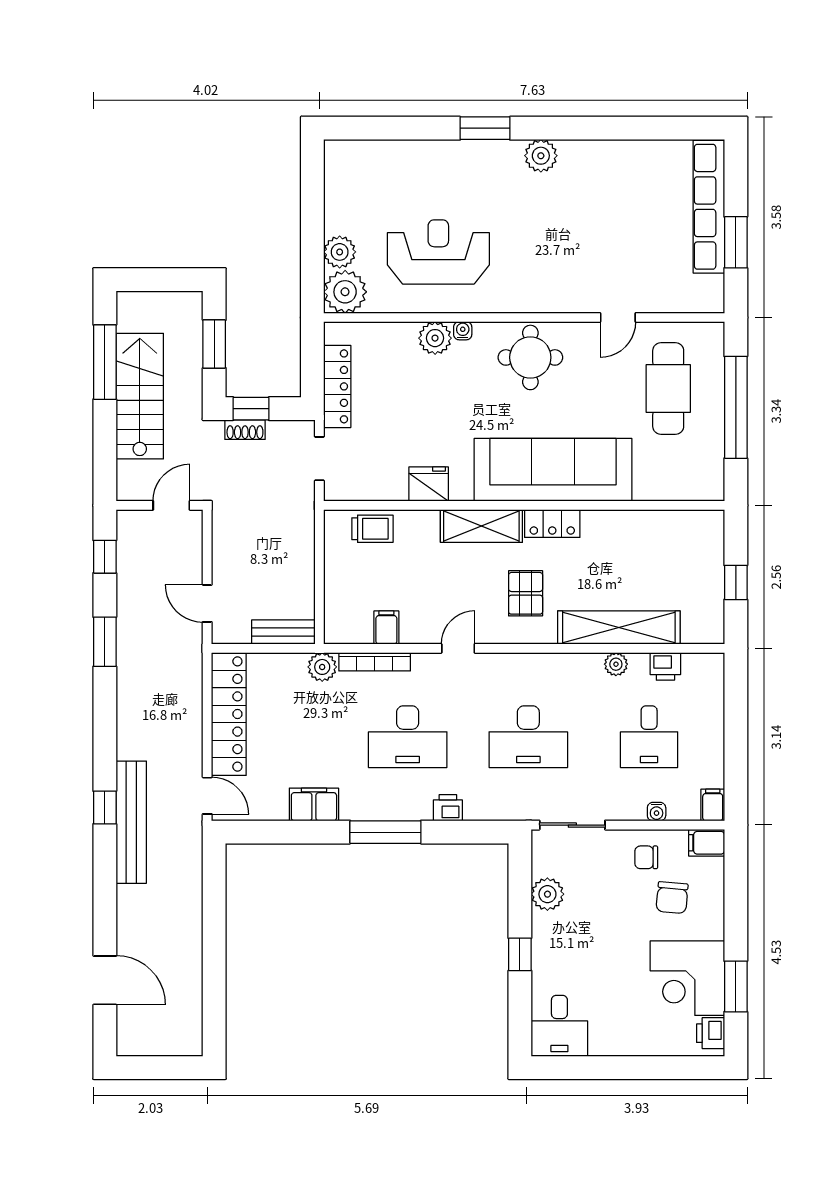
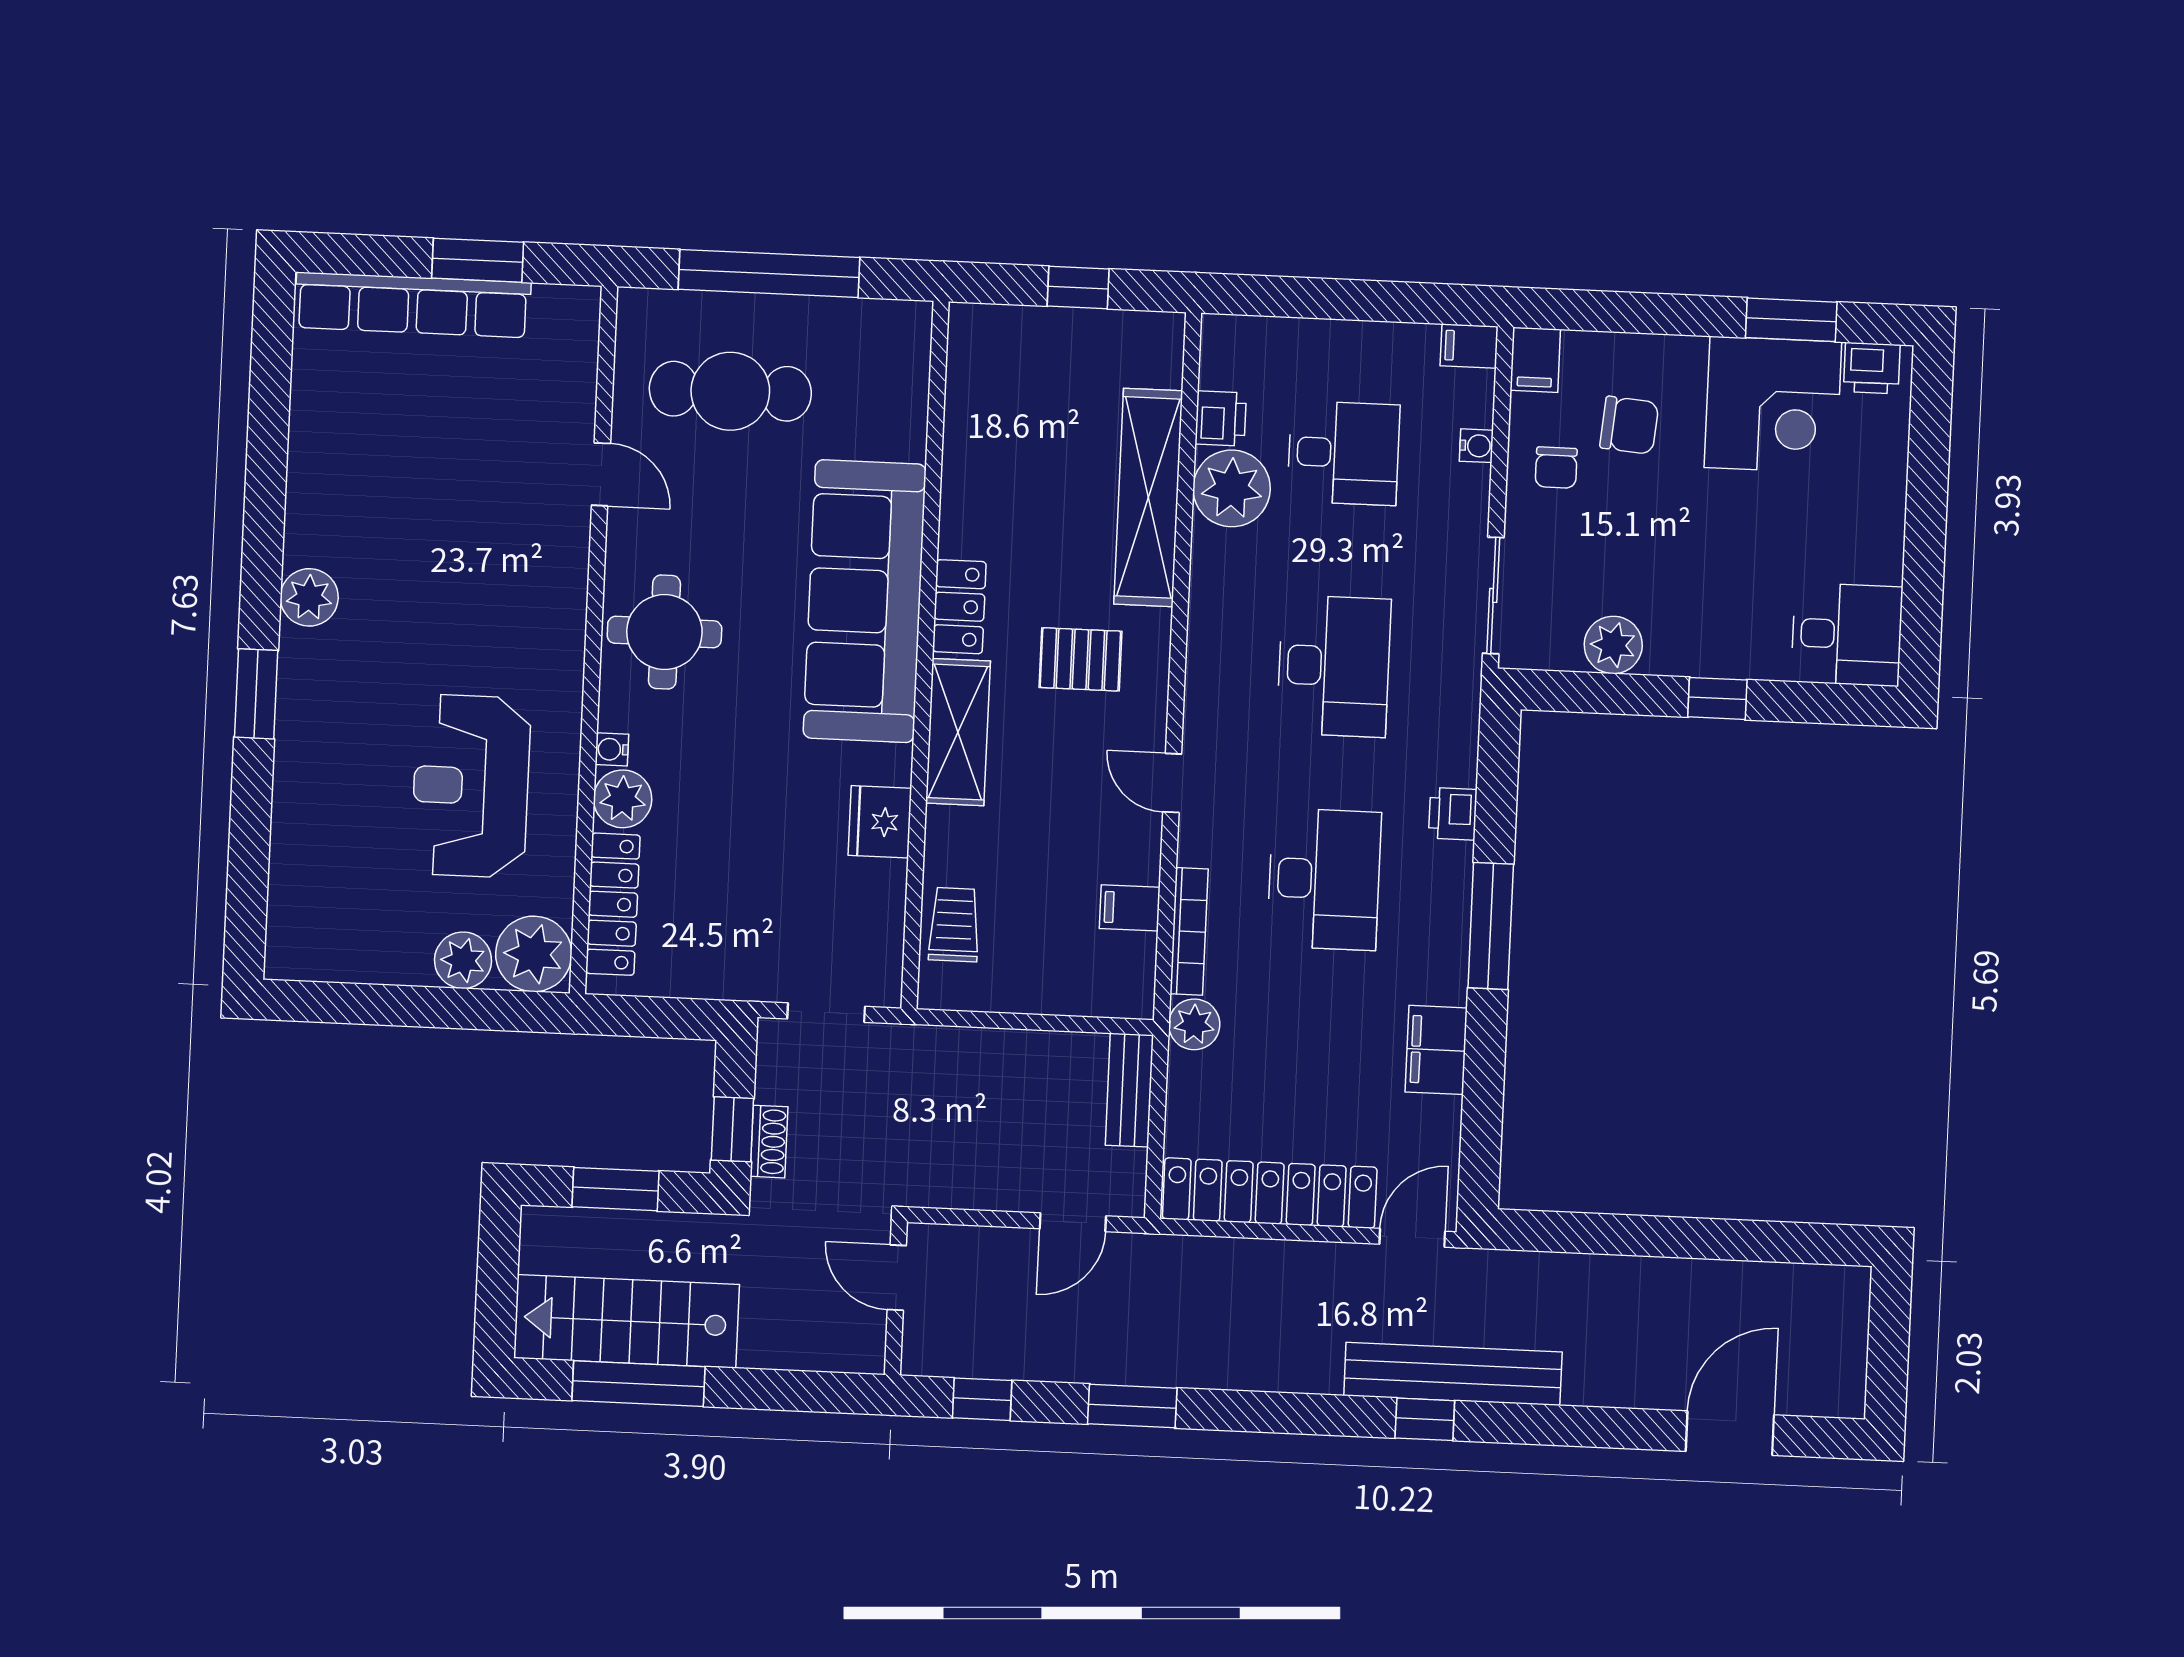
locker: (337, 386) -> (613, 904), moved, turned 90
stairs: (140, 396) -> (627, 1321), moved
plant: (616, 664) -> (1232, 488), width x1.87, depth x1.87

